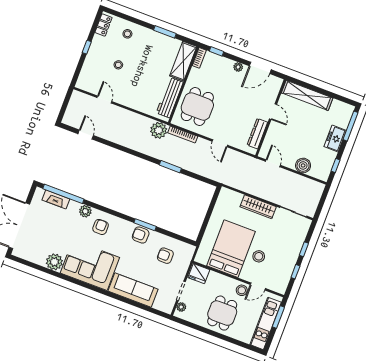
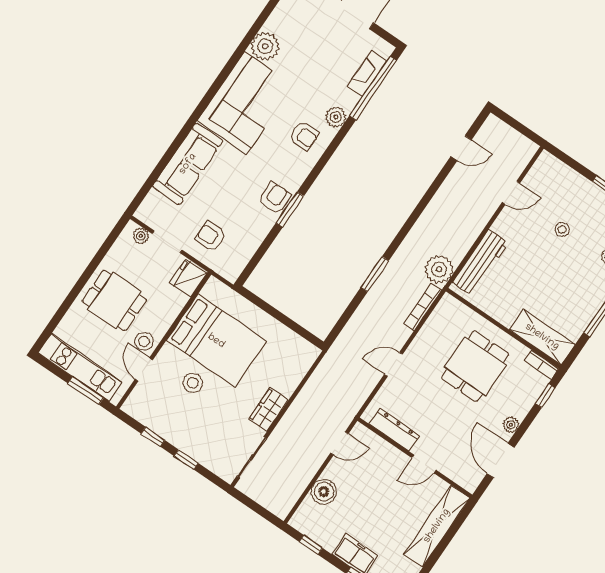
workbench: (170, 98) -> (480, 263), moved, turned 90
dining table: (197, 107) -> (475, 366), moved, turned 90
wardrobe: (258, 207) -> (269, 410), width x0.67
armchair: (165, 256) -> (211, 237), moved, turned -90

